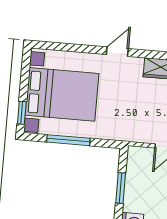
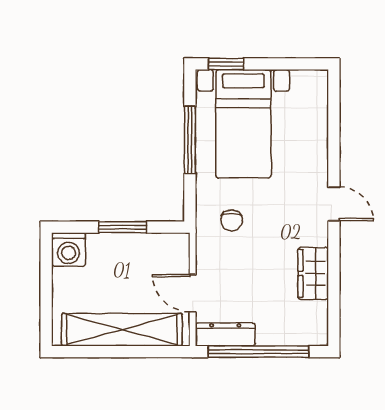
bed with nightstands: (62, 94) -> (243, 124), width x0.73
chair: (122, 118) -> (232, 220), added

